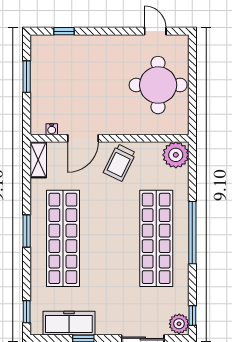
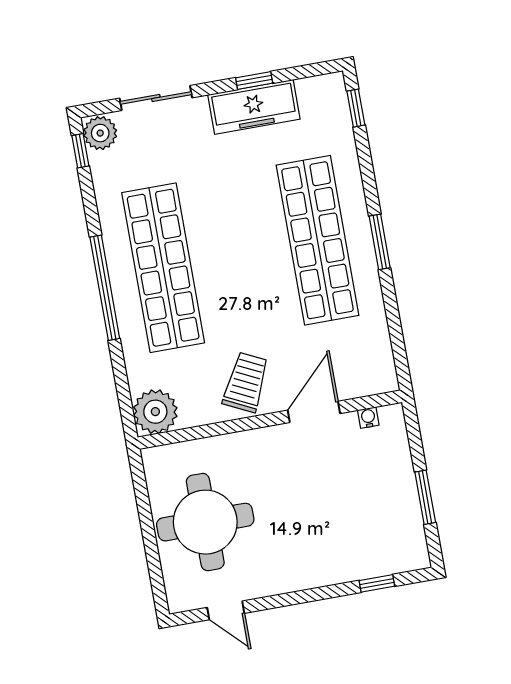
shelving: (38, 160) -> (381, 363), removed
freezer: (69, 323) -> (254, 107), moved

